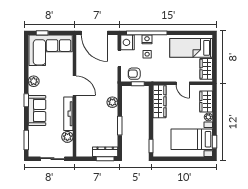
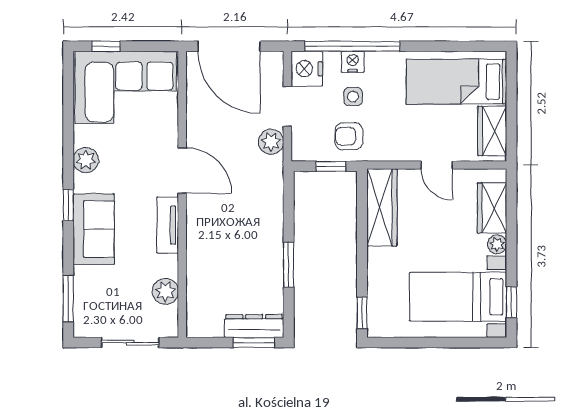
armchair: (134, 74) -> (349, 136), moved
plant: (112, 102) -> (271, 142), moved
tv unit: (68, 114) -> (168, 225), width x0.71

